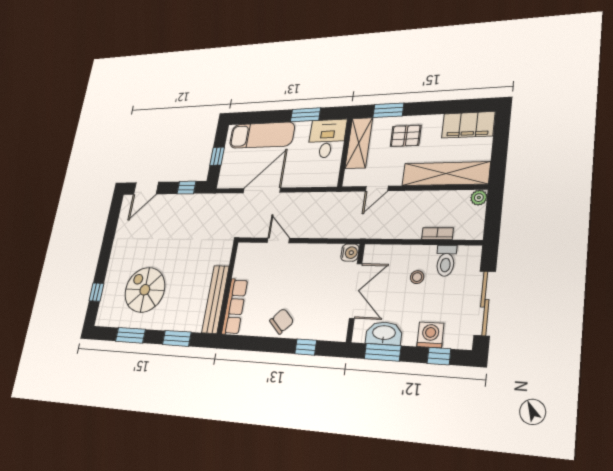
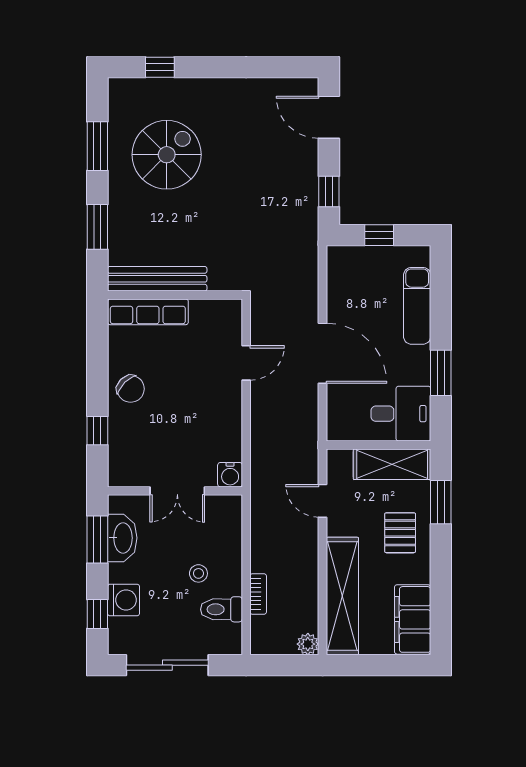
exam couch: (262, 135) -> (417, 306), width x0.73, depth x0.69
door: (262, 190) -> (323, 353), moved
double door: (356, 291) -> (177, 491), width x0.73

